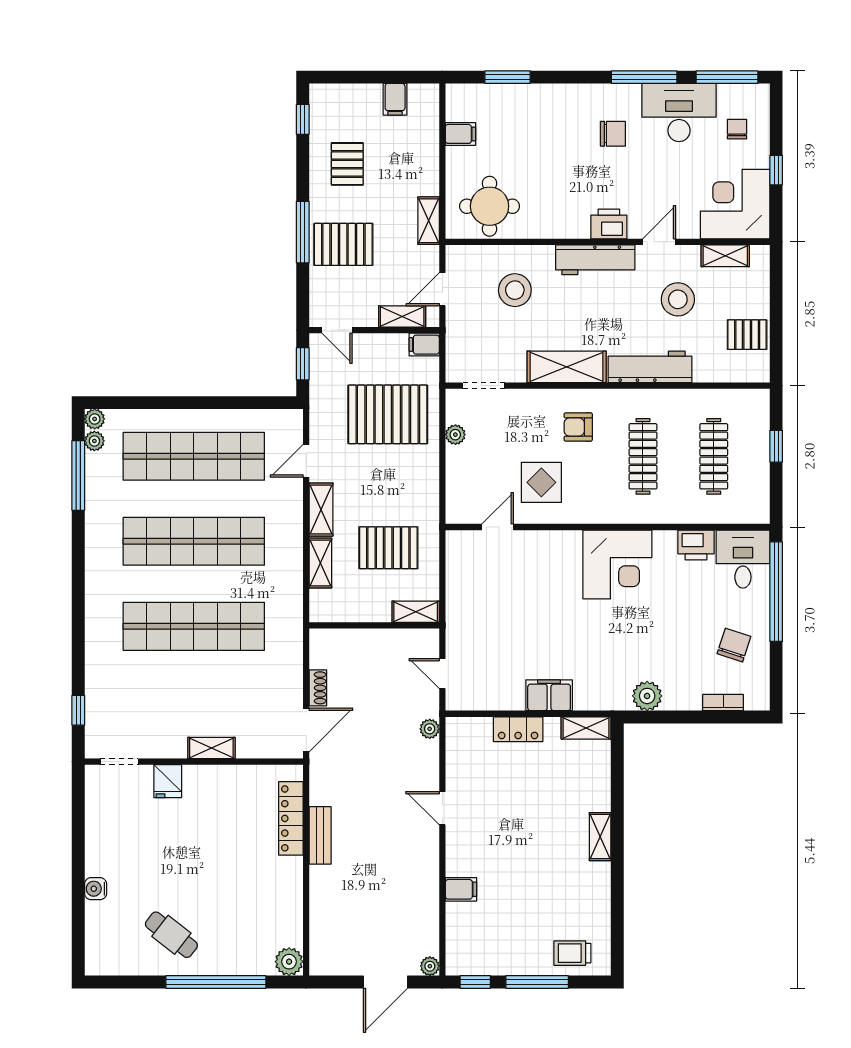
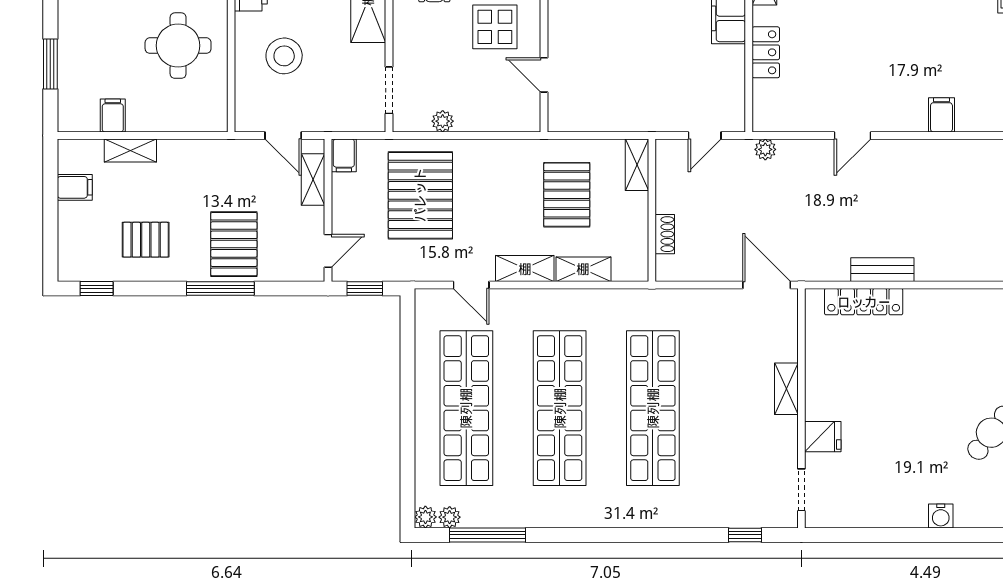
round table: (490, 206) -> (178, 46), moved
shelving: (429, 221) -> (130, 151), moved
shoe rack: (318, 688) -> (665, 234), moved, turned 90

